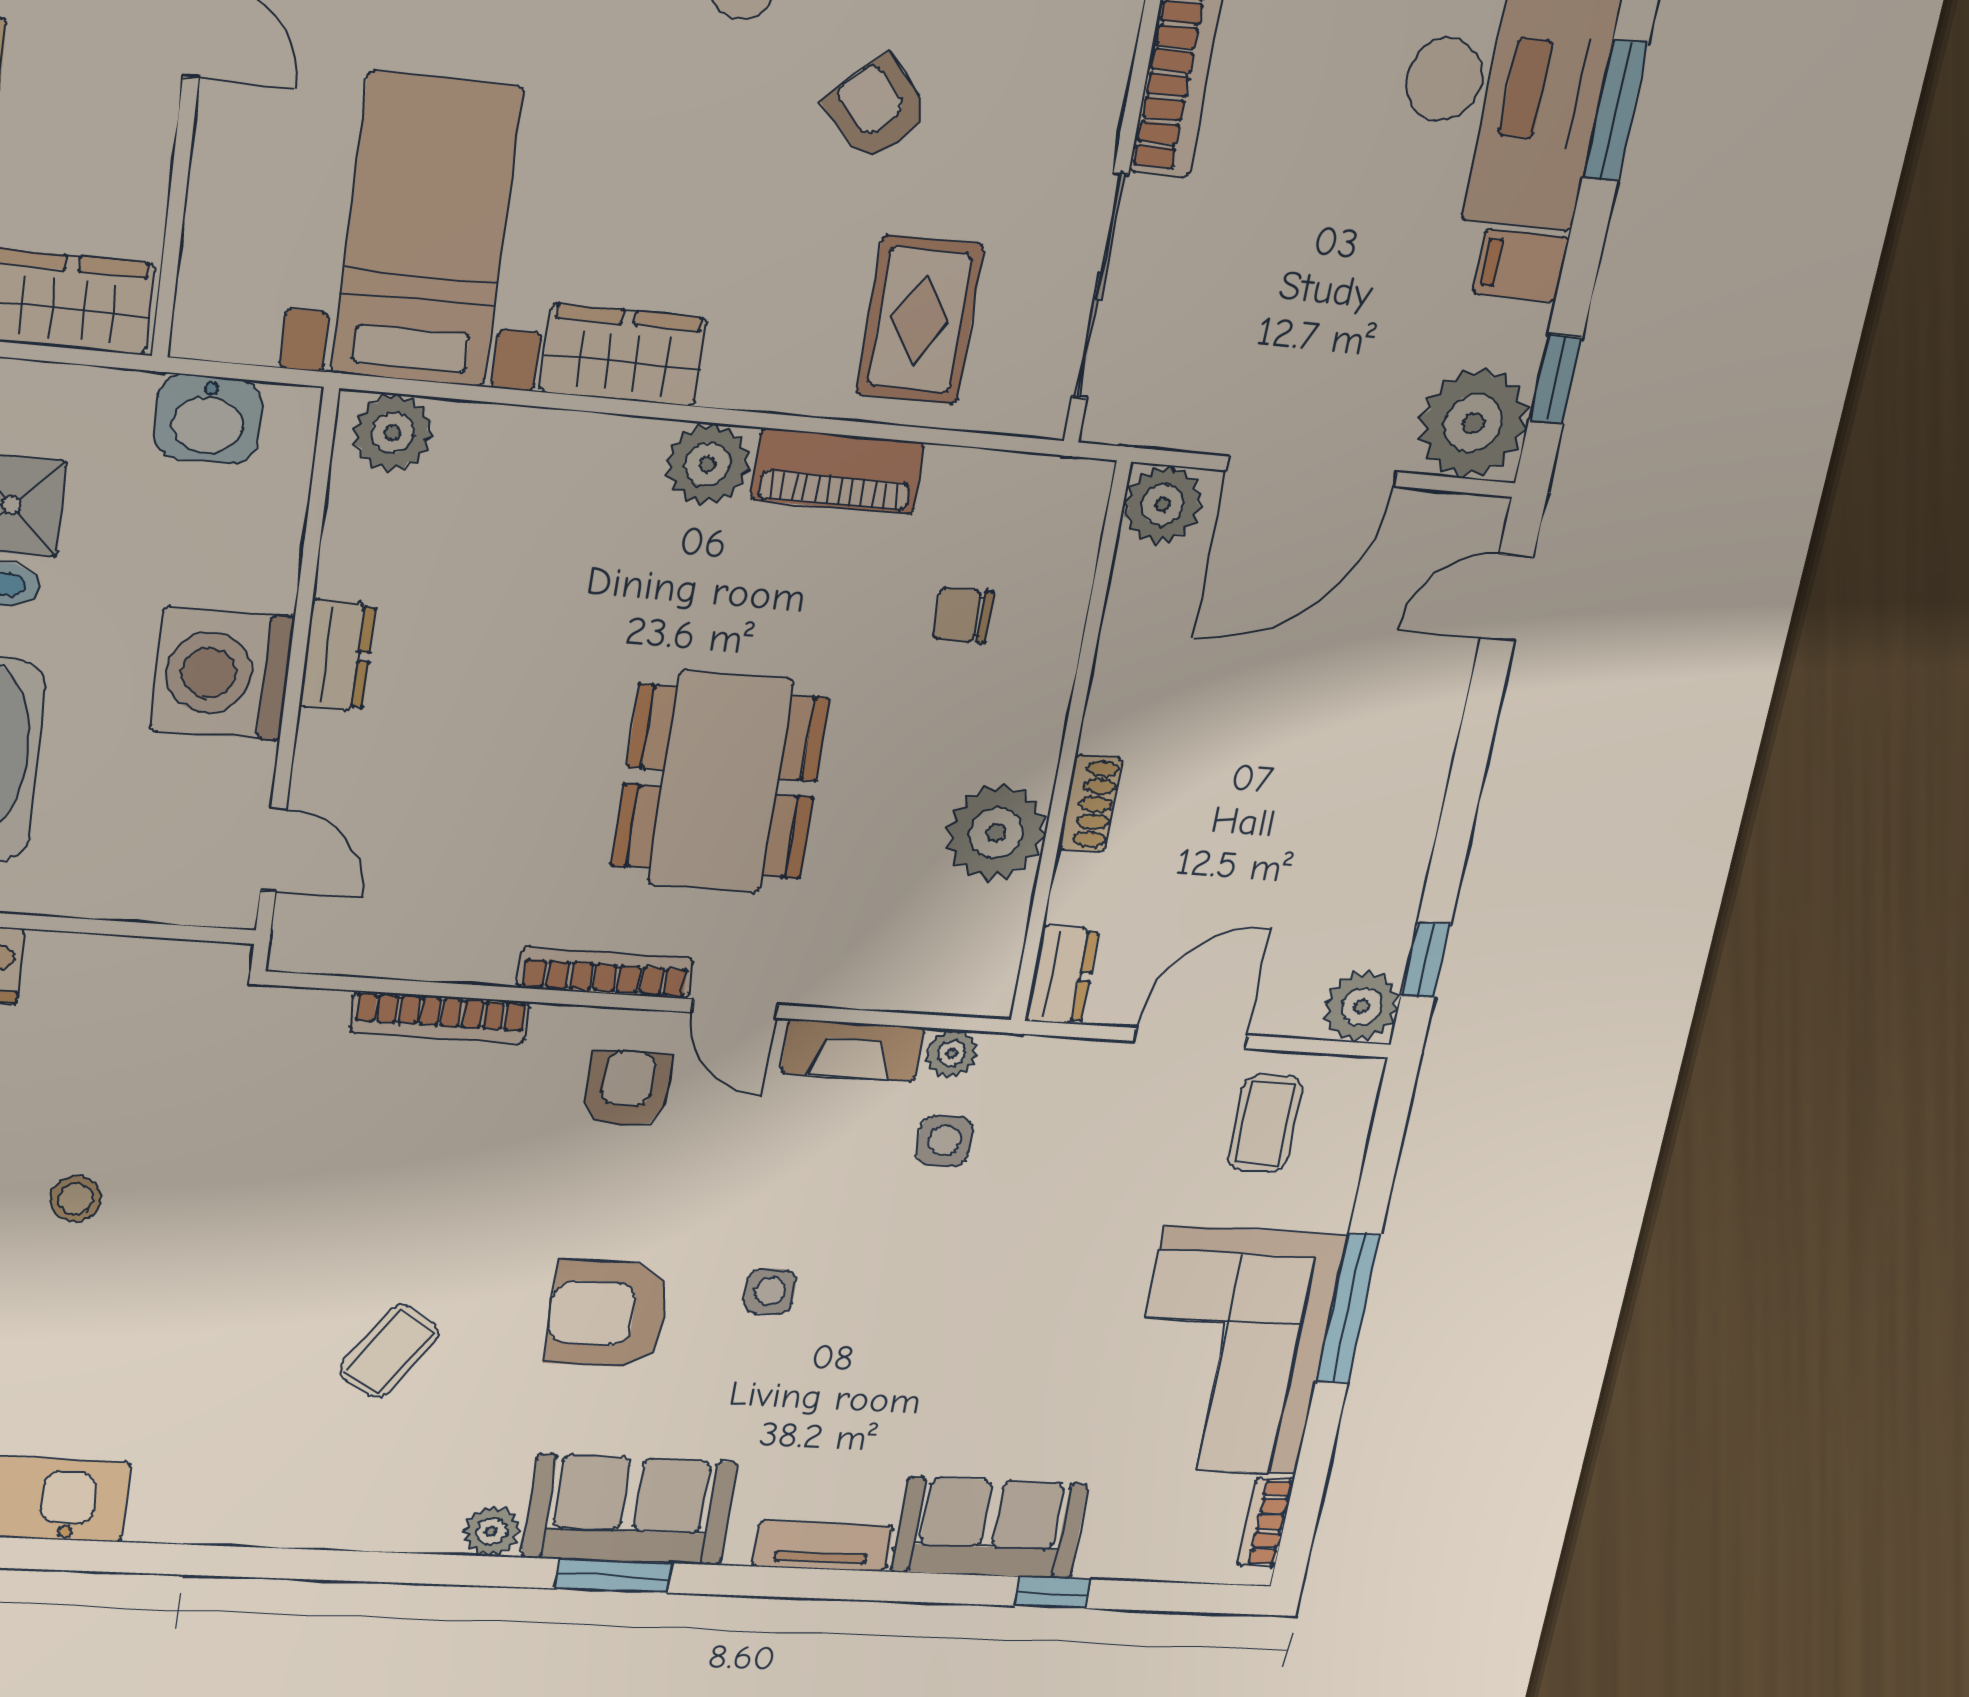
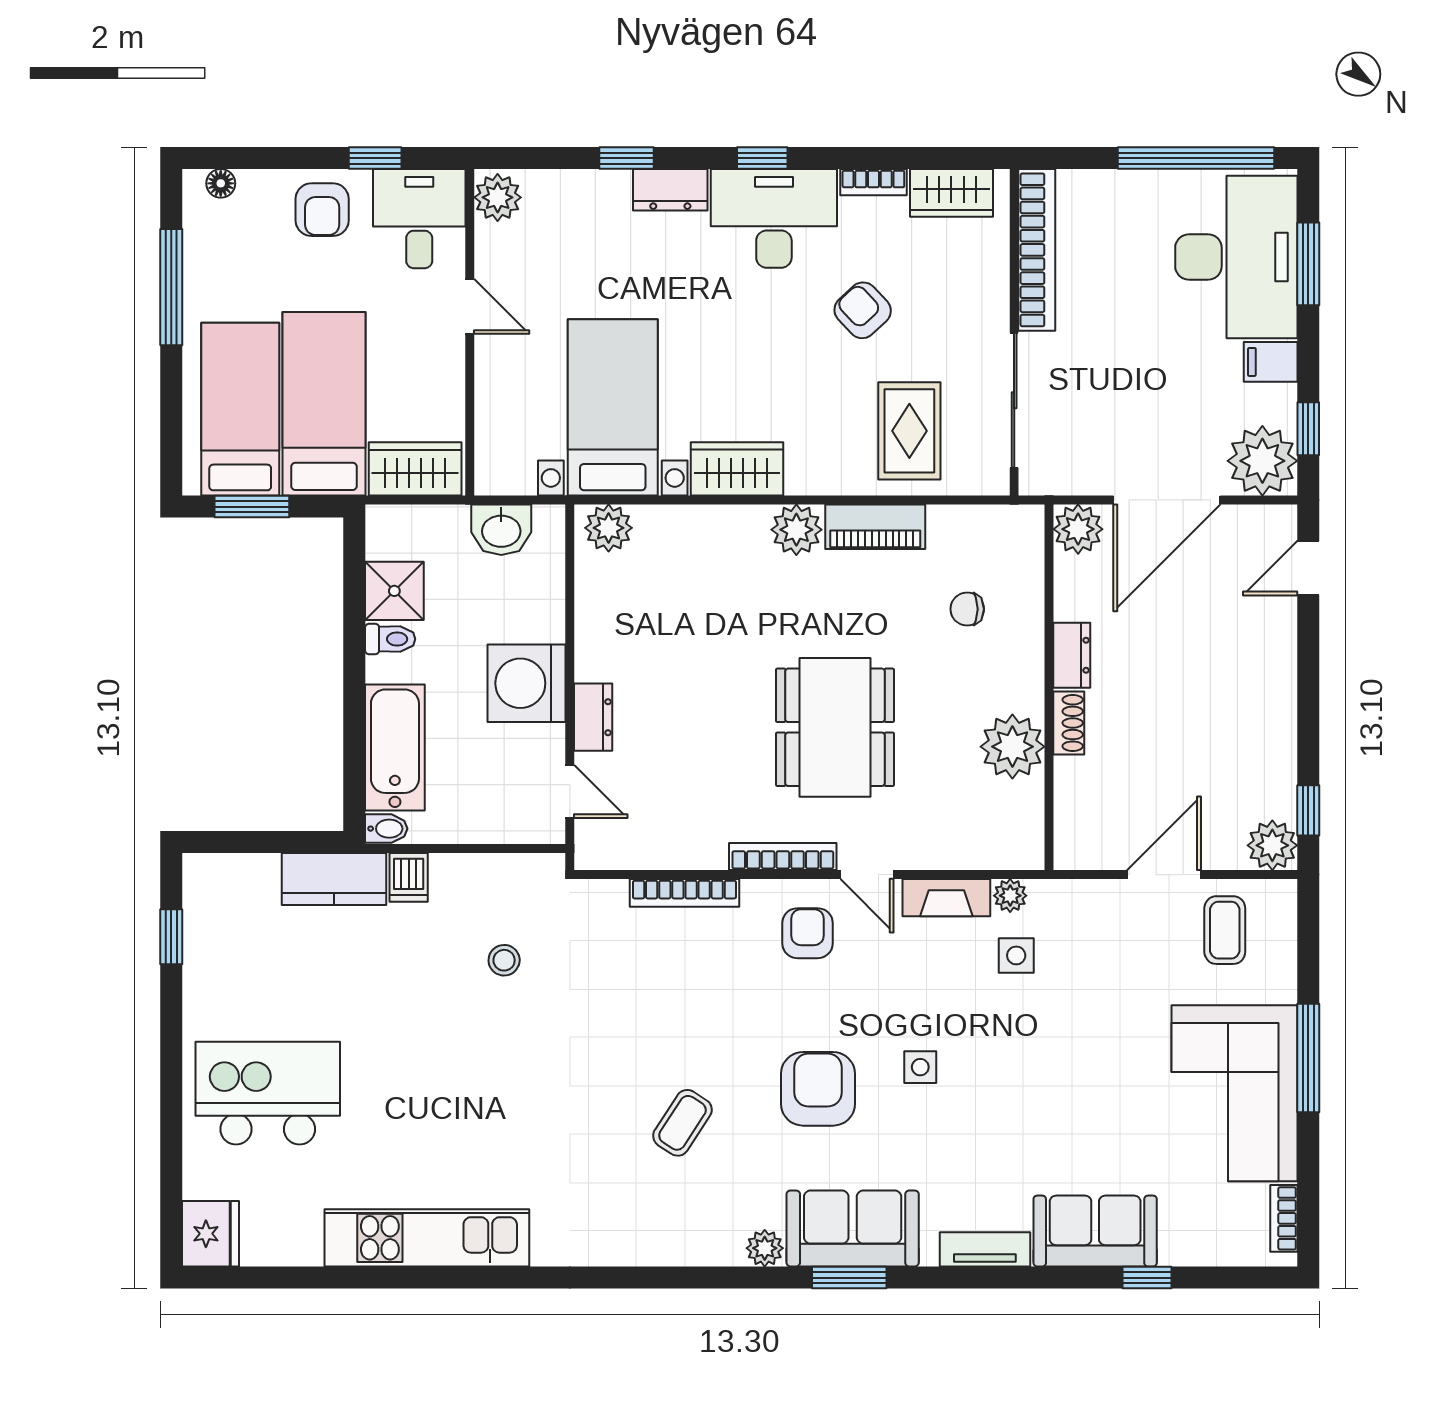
dresser: (337, 655) -> (593, 717), moved
dresser: (1062, 975) -> (1072, 655), moved
stool: (76, 1199) -> (504, 960), moved
armchair: (608, 1314) -> (818, 1089), turned 90

